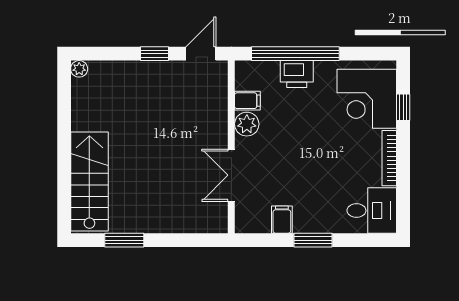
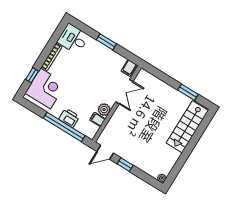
filing cabinet: (282, 220) -> (129, 68), moved

